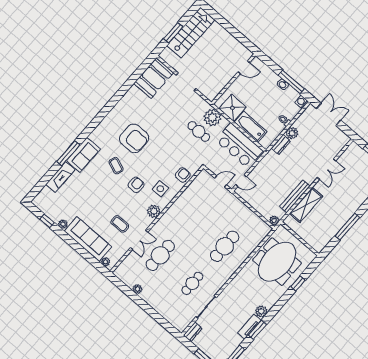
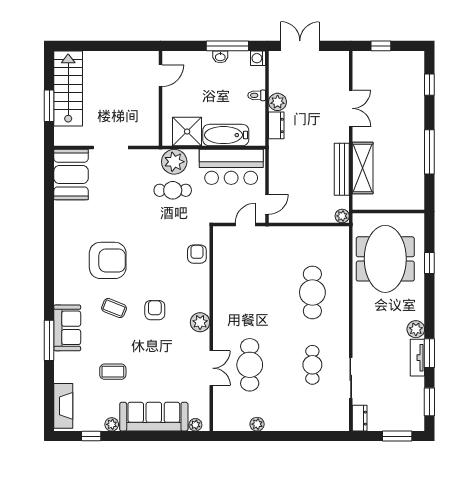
fireplace: (60, 177) -> (63, 406), moved
side table: (160, 189) -> (185, 291), removed
coffee table: (120, 224) -> (113, 372), moved

